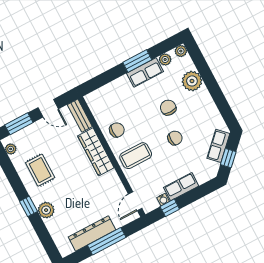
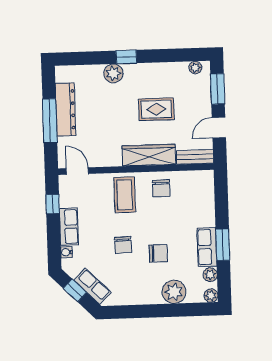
rug: (40, 170) -> (156, 109), moved
water cooler: (163, 200) -> (66, 252), moved

